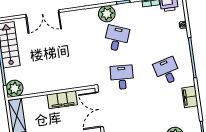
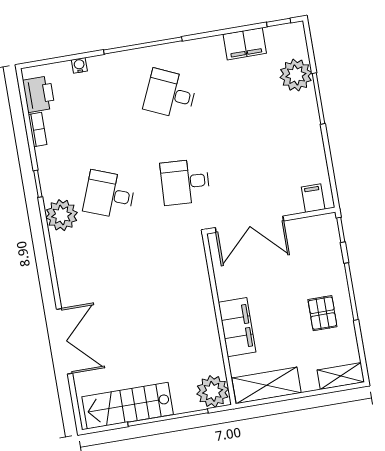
desk: (167, 71) -> (170, 94), turned 39
filing cabinet: (190, 97) -> (245, 44), moved
filing cabinet: (62, 100) -> (237, 327), moved

